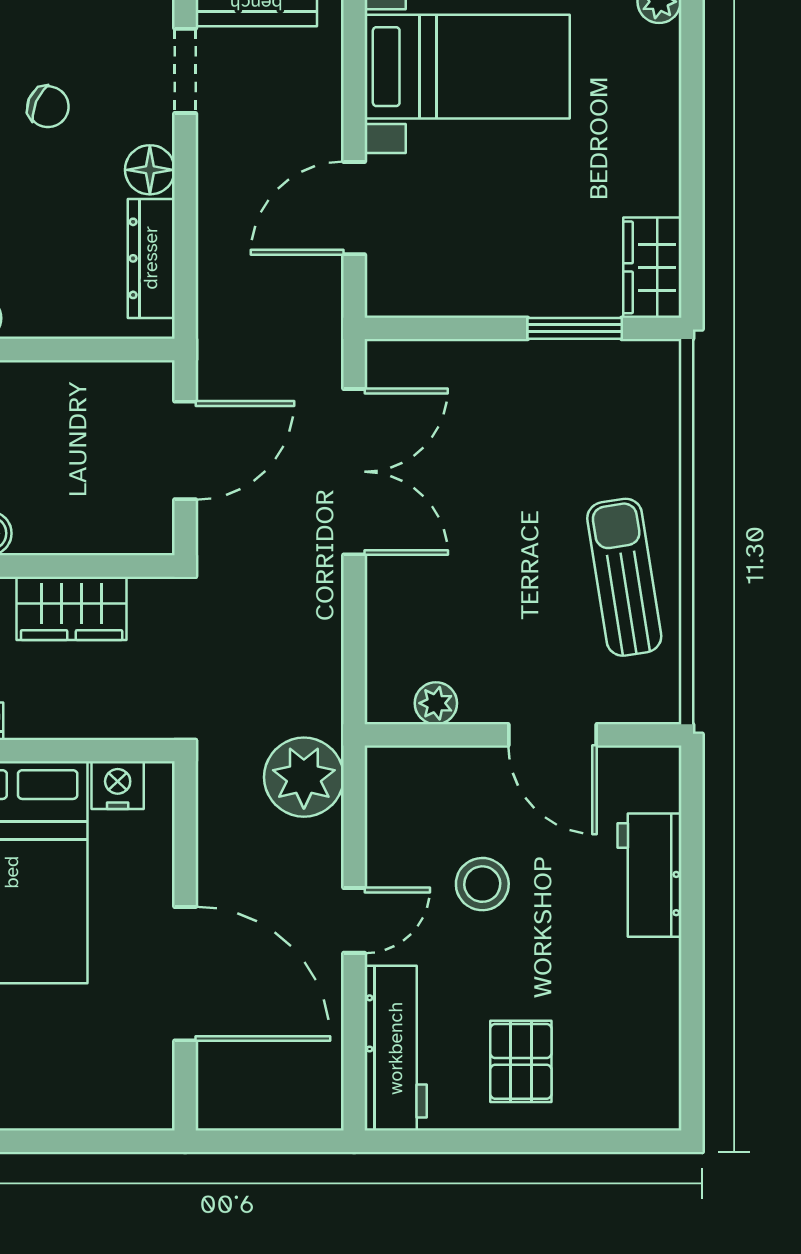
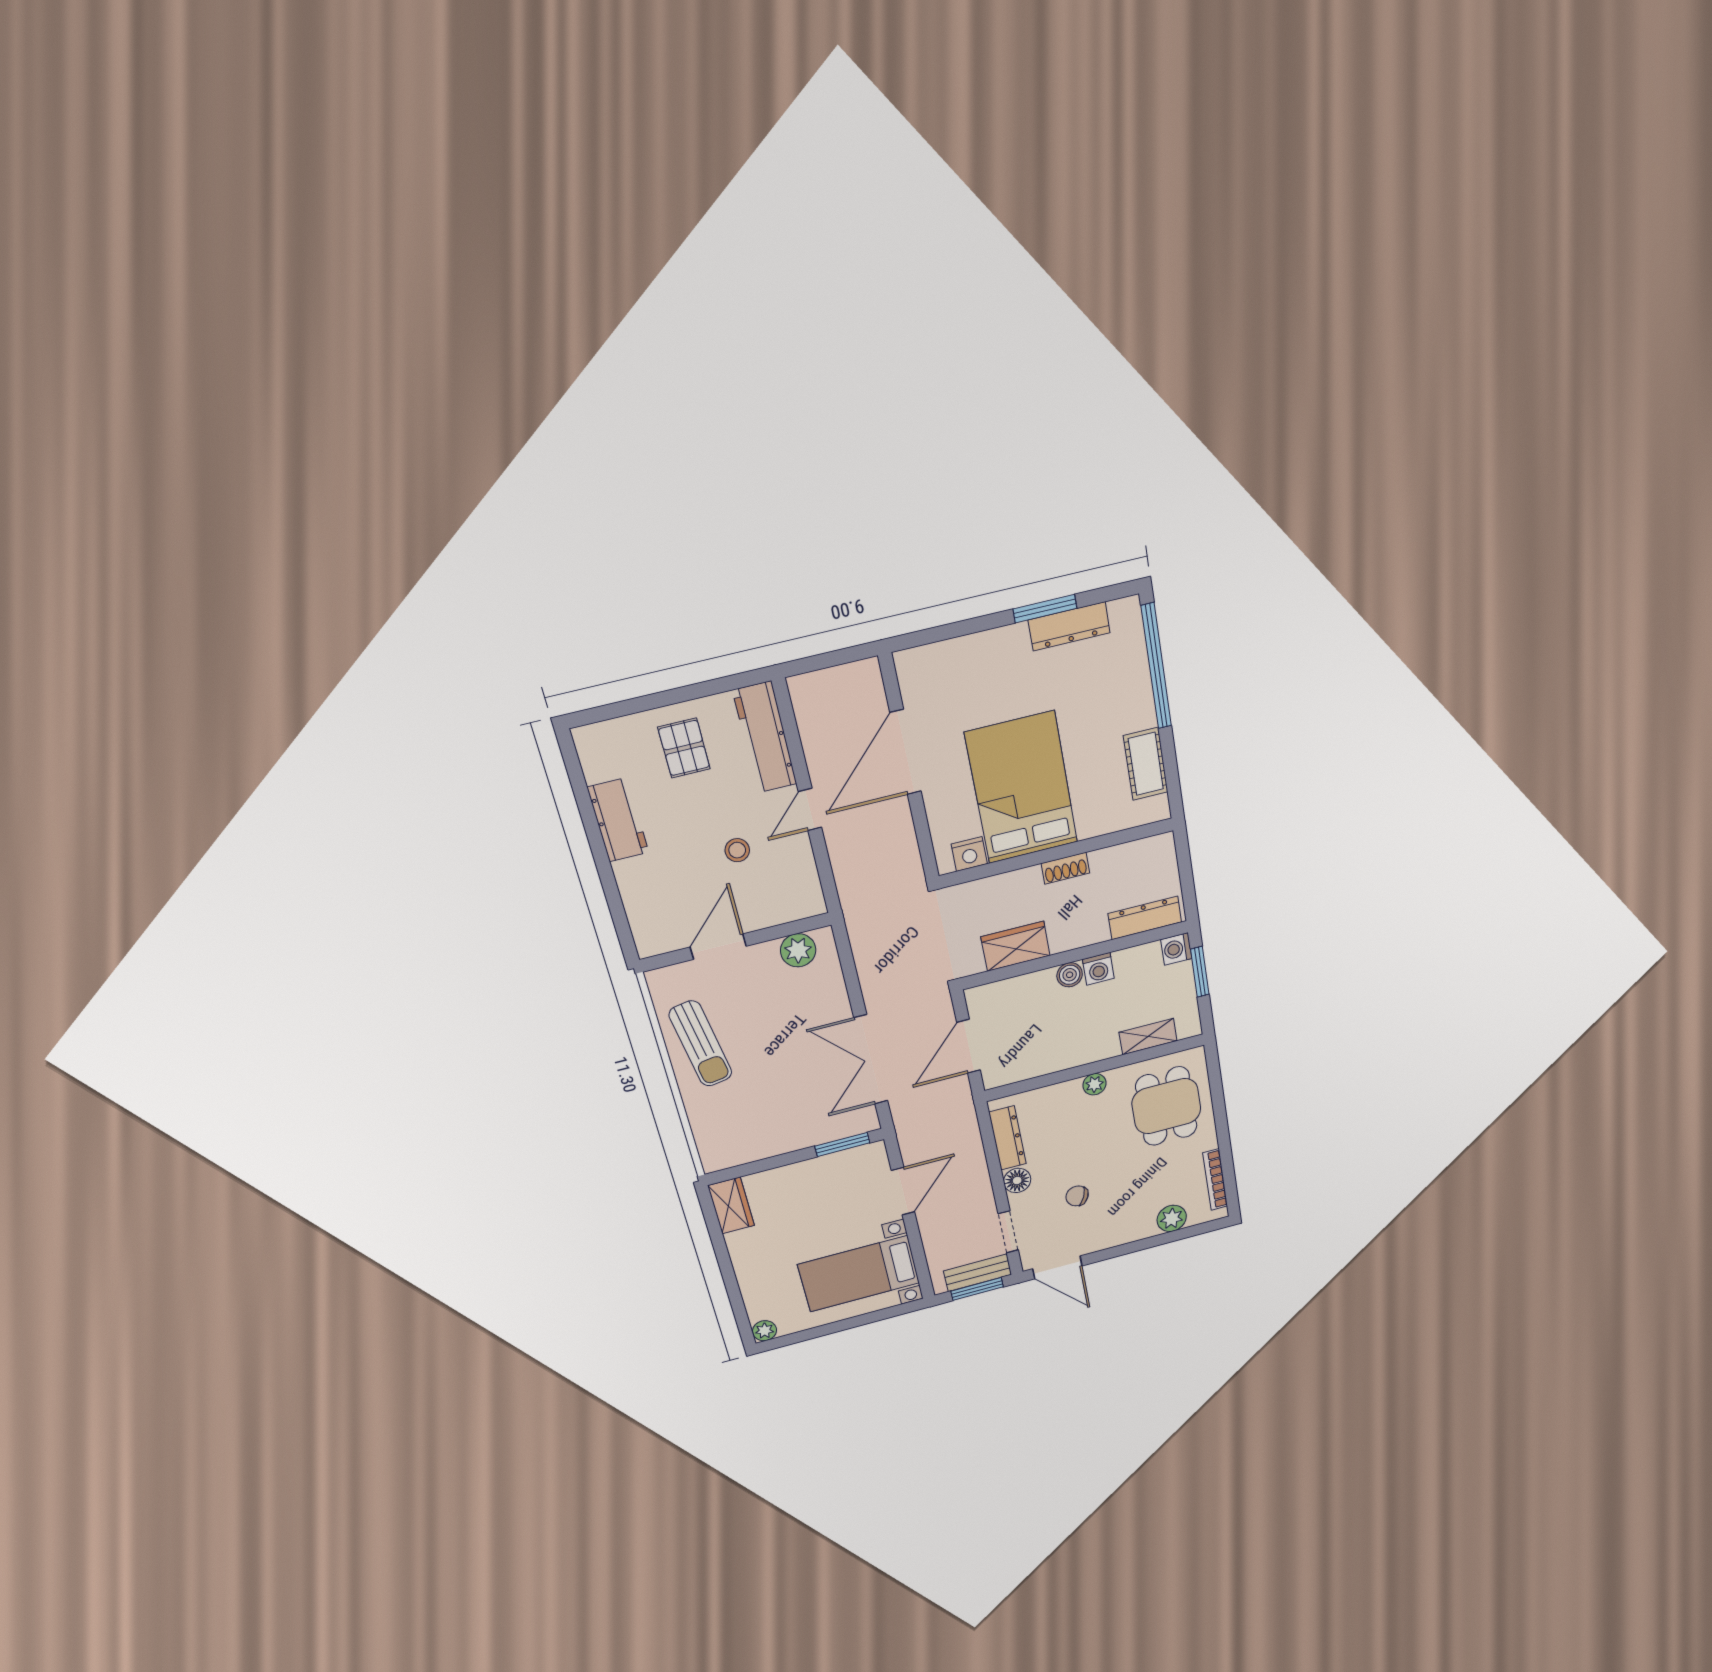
window: (575, 328) -> (842, 1144), moved
plant: (436, 703) -> (798, 950), width x1.38, depth x1.38
door: (553, 735) -> (718, 947), hinge flipped
plant: (304, 777) -> (860, 886), removed
workbench: (649, 875) -> (618, 820), moved
stool: (482, 884) -> (737, 850), width x0.73, depth x0.73
door: (185, 974) -> (906, 752), hinge flipped

